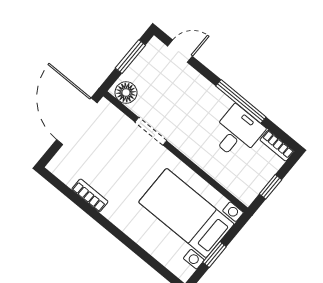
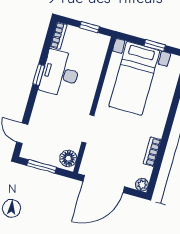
window: (241, 101) -> (39, 75), width x0.46
desk: (237, 133) -> (60, 73), width x1.37
plant: (56, 166) -> (142, 185), added

